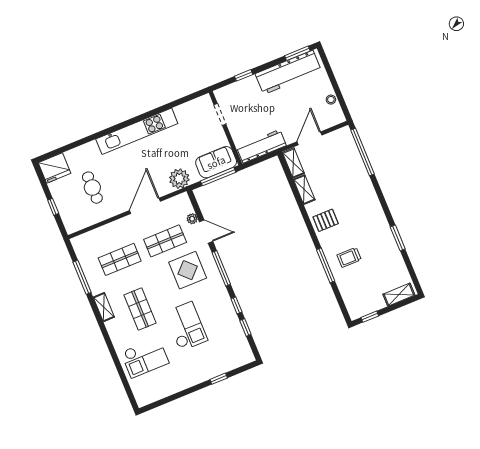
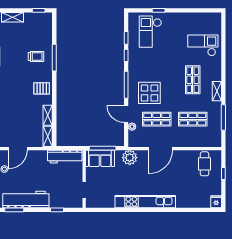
door: (309, 138) -> (18, 149), moved
fridge: (55, 168) -> (216, 202), width x0.53, depth x0.75
cafe table: (92, 188) -> (204, 164), moved
checkout: (186, 326) -> (150, 32), moved

